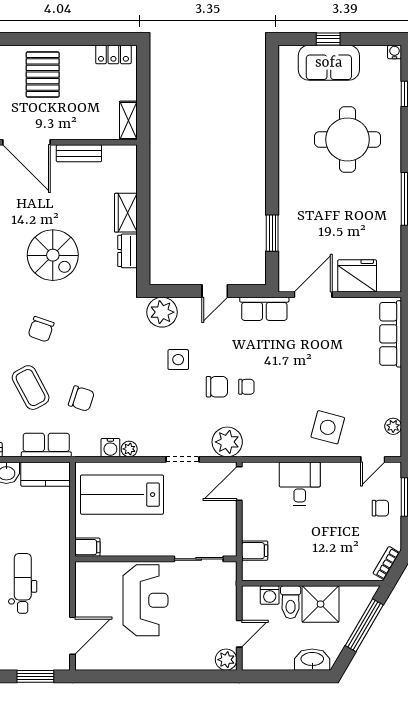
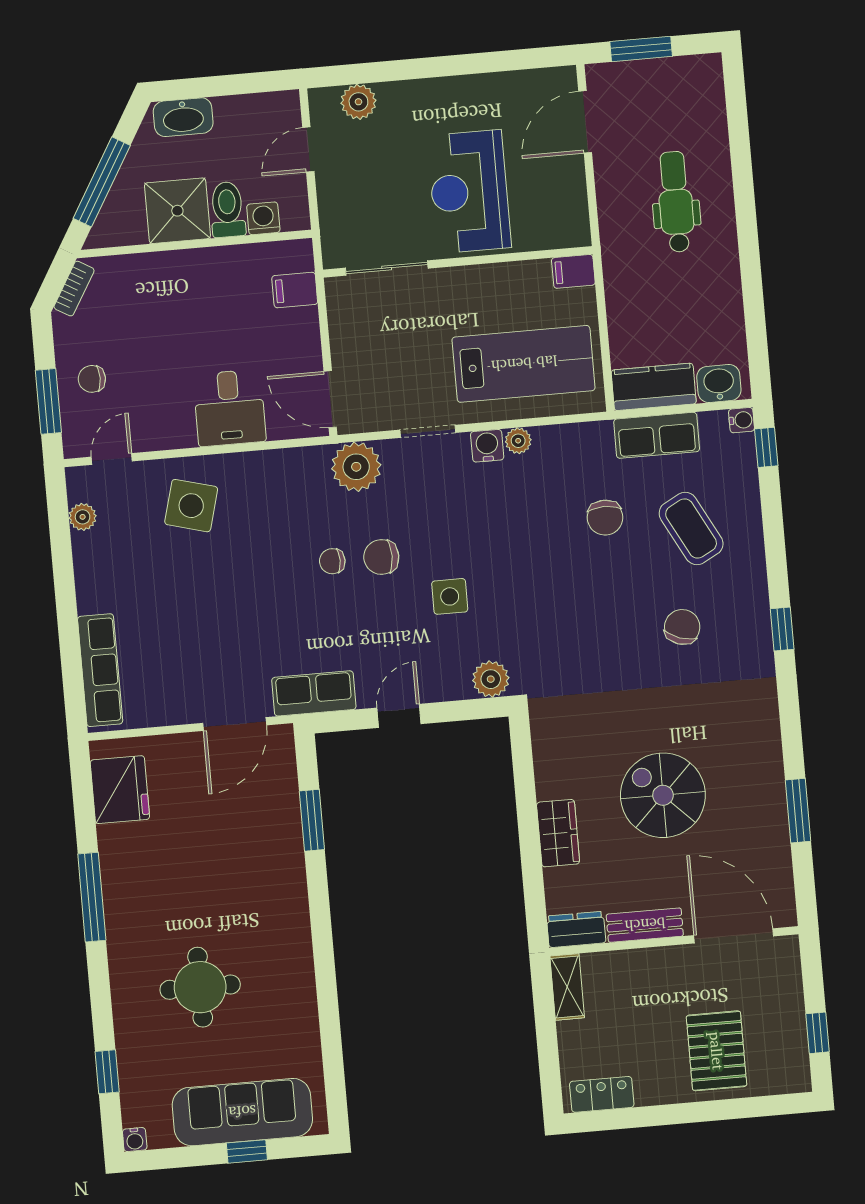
sofa: (329, 63) -> (242, 1112), width x1.36
round table: (348, 139) -> (200, 987), width x0.73, depth x0.73
dresser: (128, 251) -> (576, 929), moved, turned -90
spiral stairs: (53, 255) -> (663, 795), moved
fridge: (357, 276) -> (120, 790), moved, turned -90
plant: (162, 312) -> (491, 679), width x0.73, depth x0.73
chair: (81, 399) -> (605, 518), turned -108
water cooler: (110, 448) -> (487, 446), moved
door: (239, 484) -> (330, 399), swing flipped
dental chair: (23, 583) -> (676, 202), turned 180
plant: (226, 660) -> (358, 102), moved

